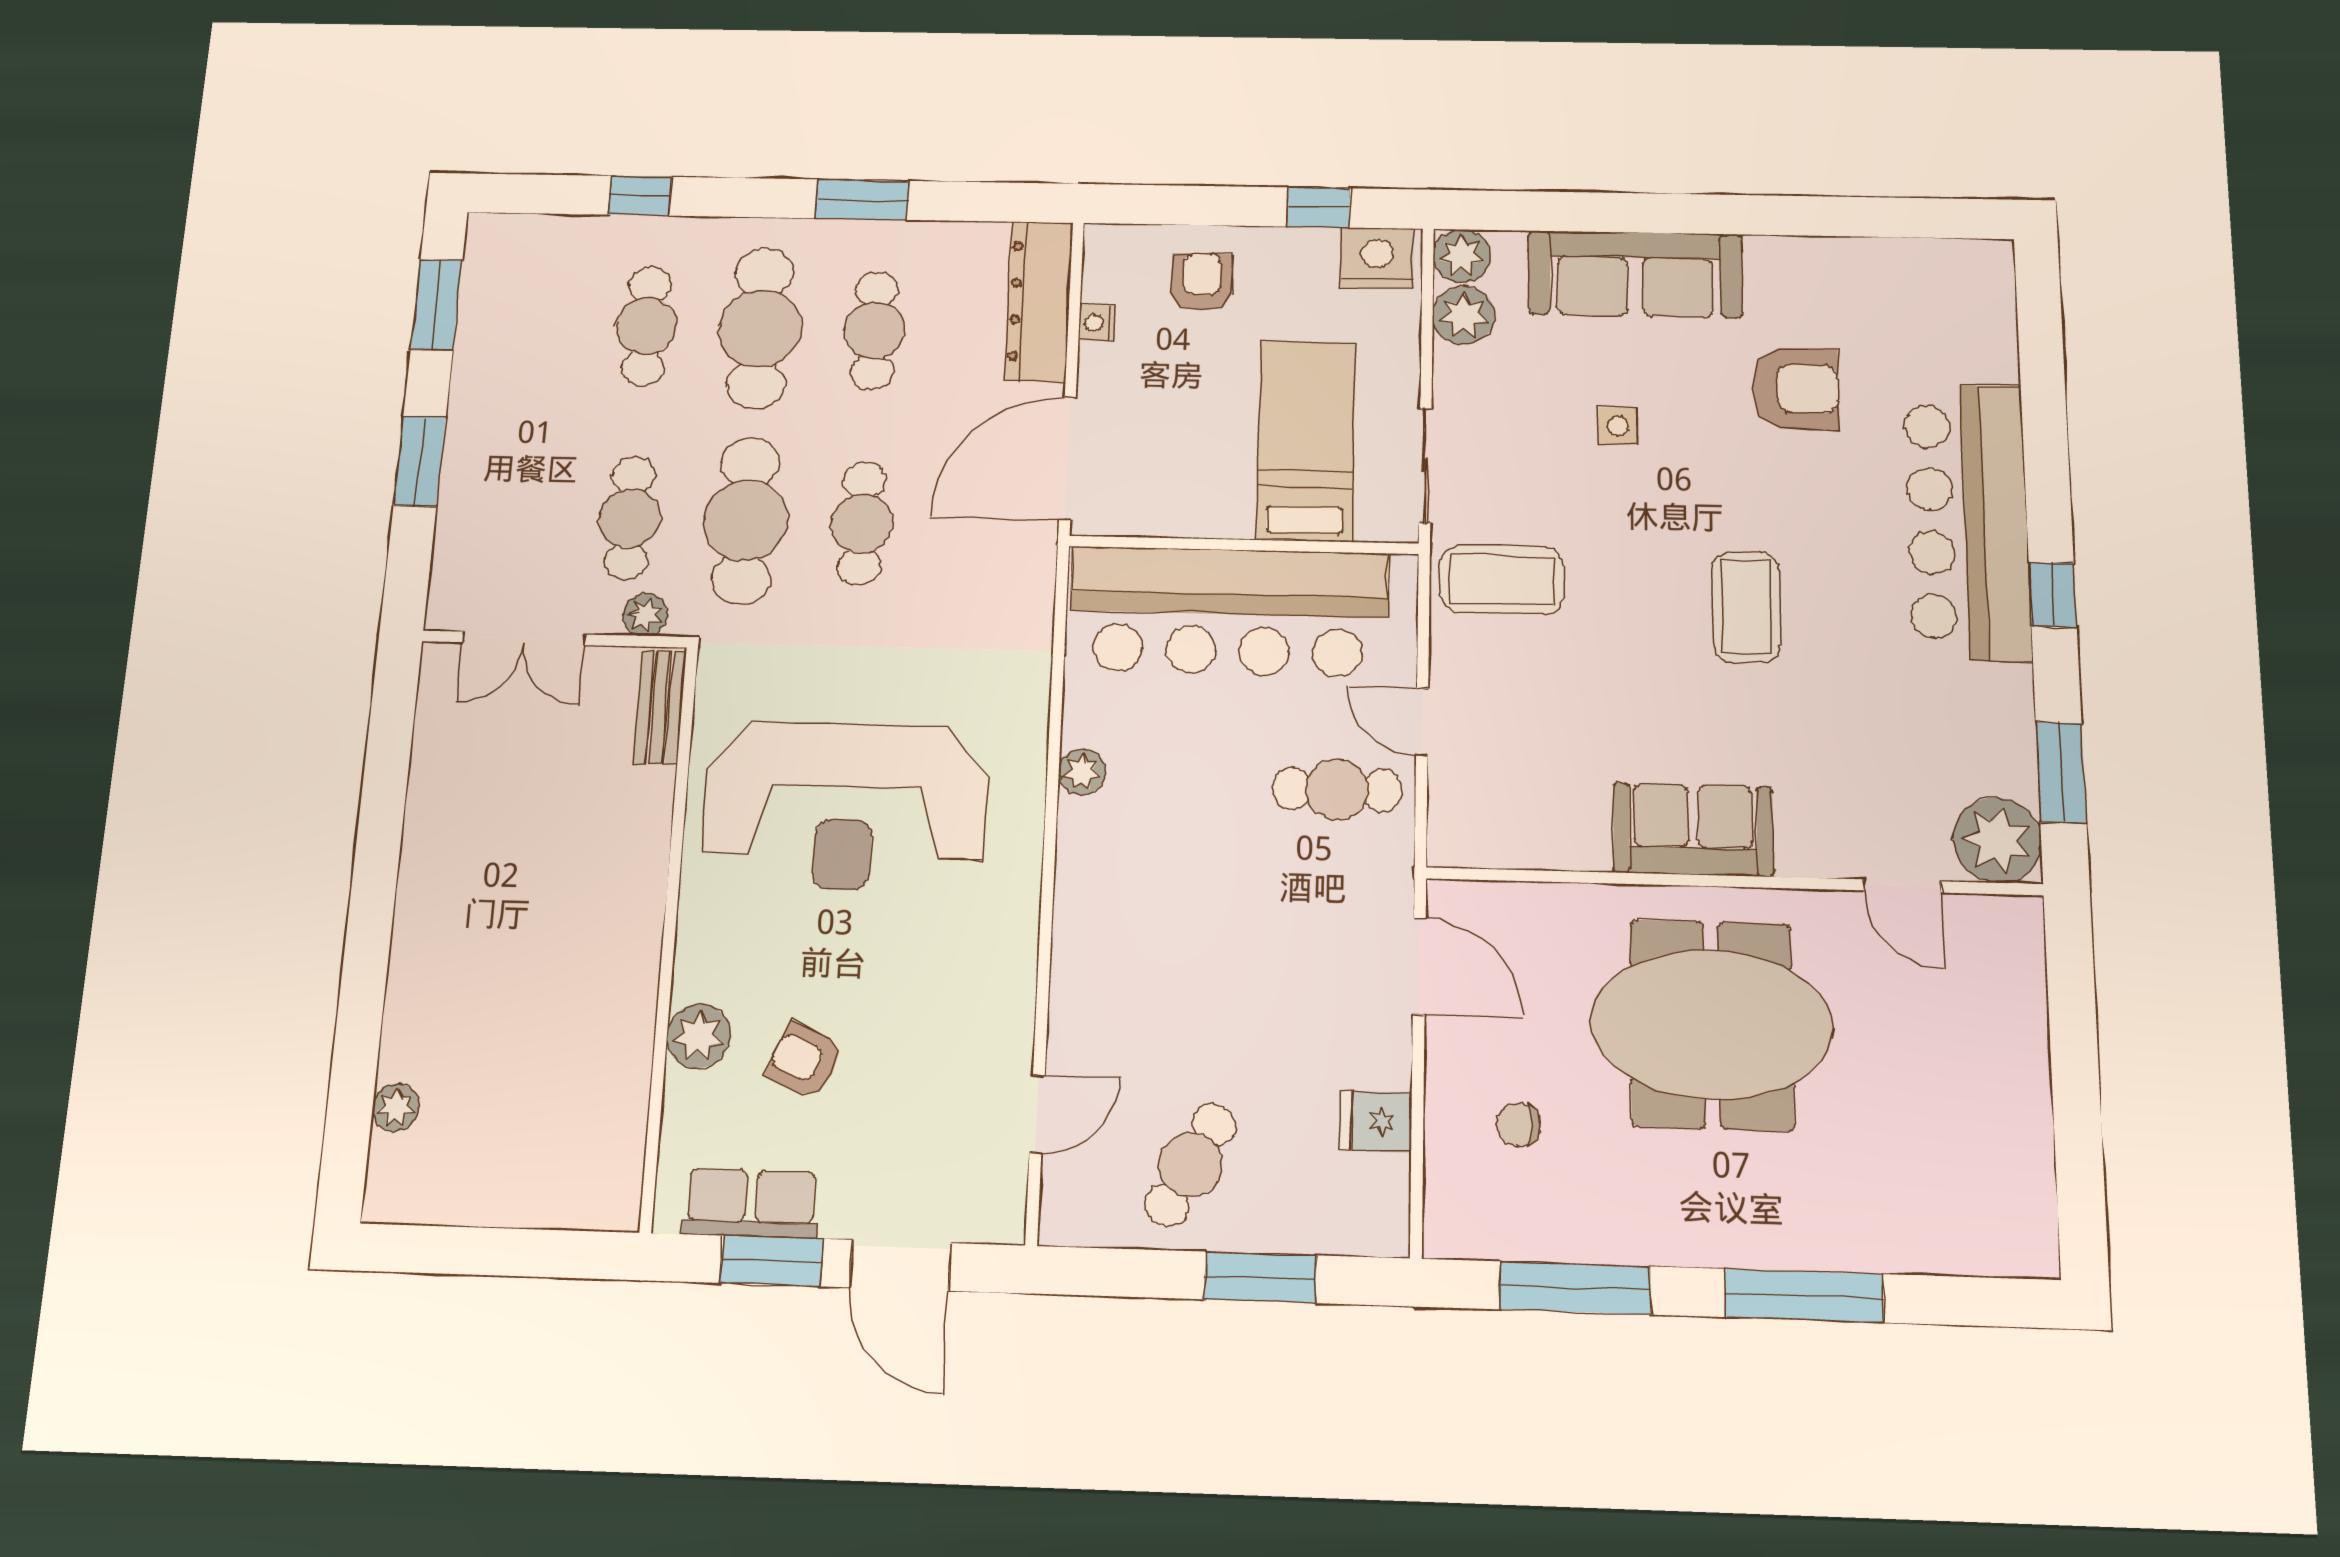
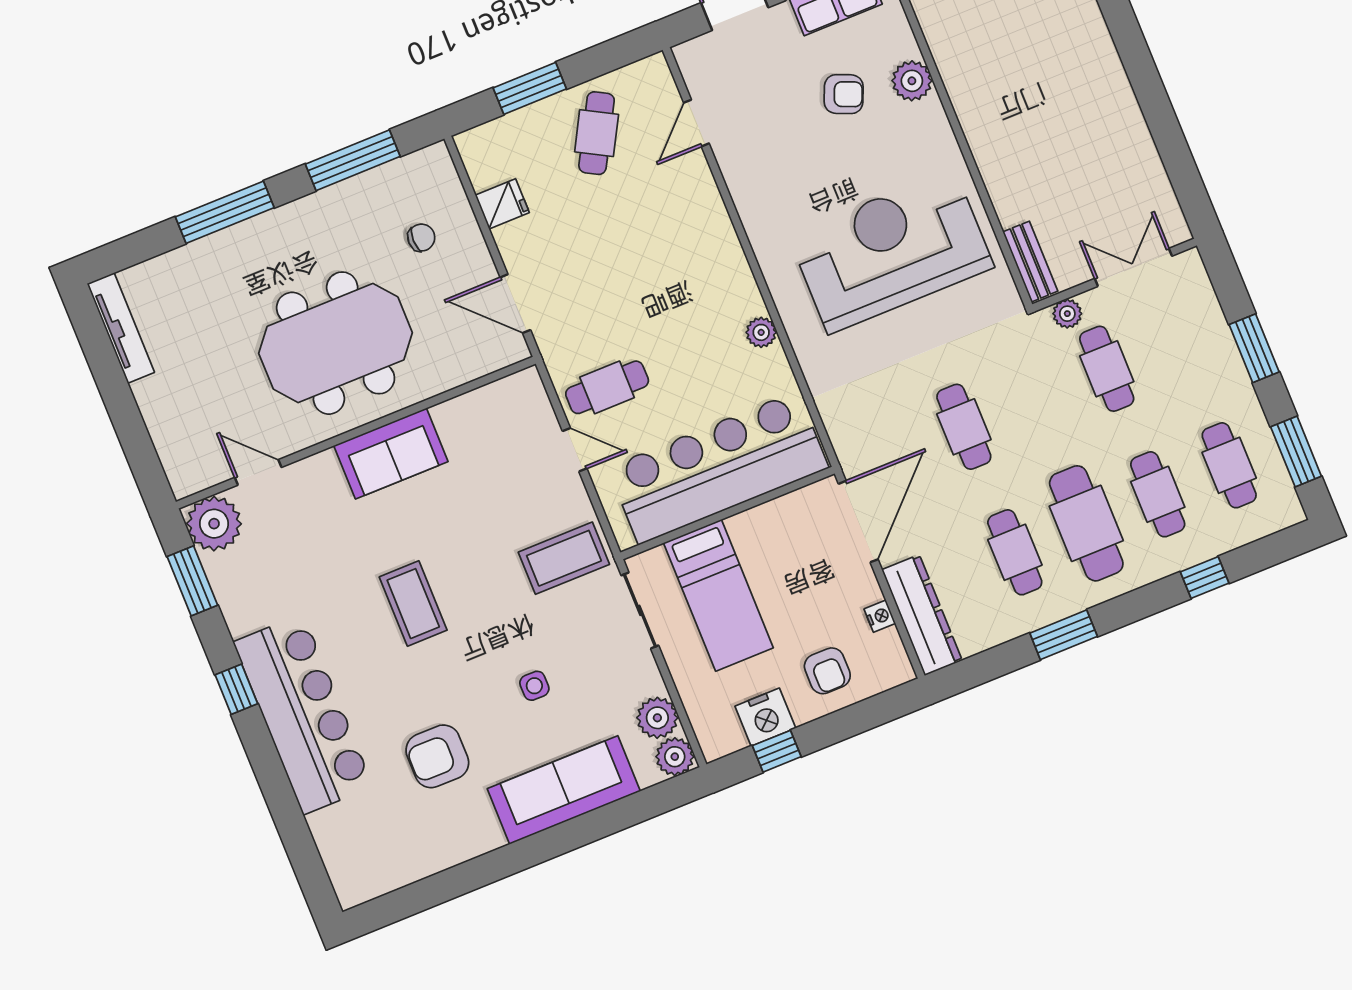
nightstand: (1377, 258) -> (765, 717), moved
cafe table: (746, 521) -> (1229, 465), moved, width x0.73, depth x0.74
tv unit: (2033, 1189) -> (121, 328), added

